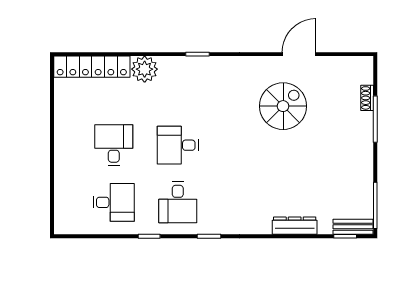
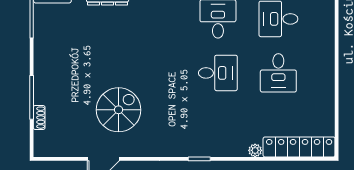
plant: (145, 69) -> (255, 150), width x0.53, depth x0.53
spiral stairs: (283, 106) -> (119, 110), turned 180

